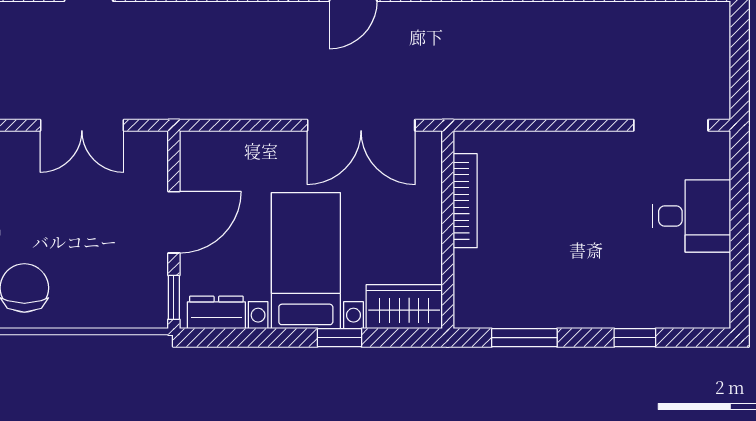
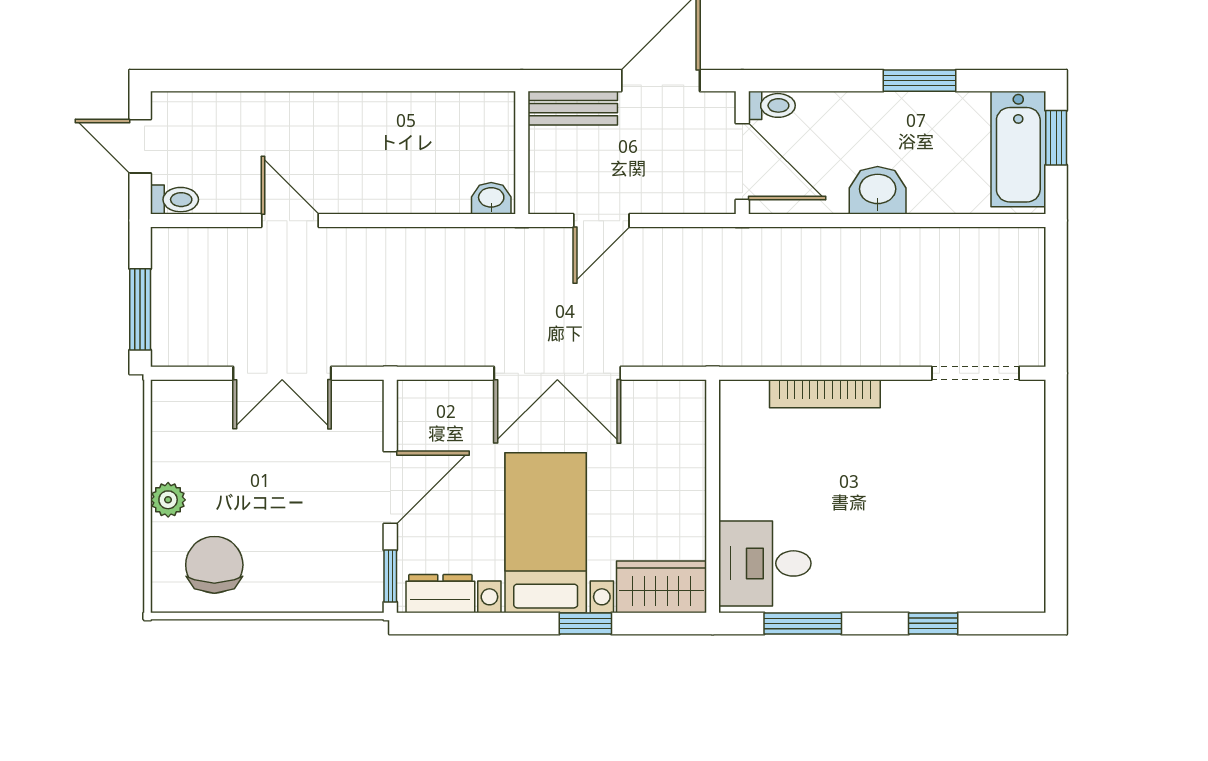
double door: (361, 125) -> (557, 373), moved
bookcase: (465, 201) -> (825, 394), moved, turned 90
desk: (691, 216) -> (765, 563), moved, turned 180

